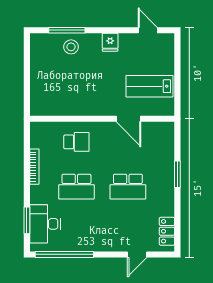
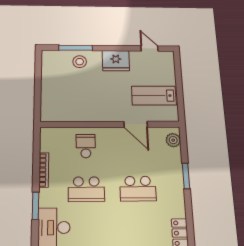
fridge: (110, 42) -> (116, 61), width x1.88, depth x1.34
plant: (167, 136) -> (173, 140), added
school desk: (76, 142) -> (86, 146), turned -90
window: (27, 220) -> (36, 206), moved

